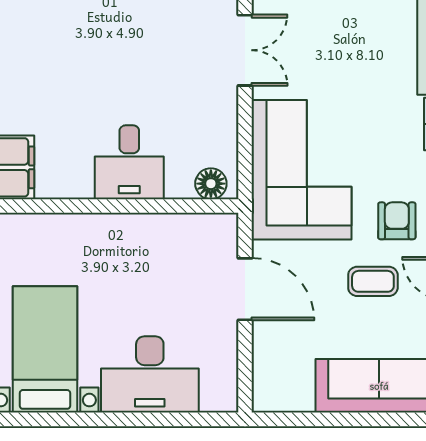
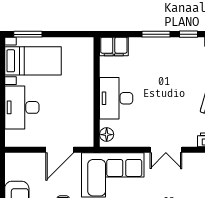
desk: (129, 162) -> (116, 98), width x1.37

